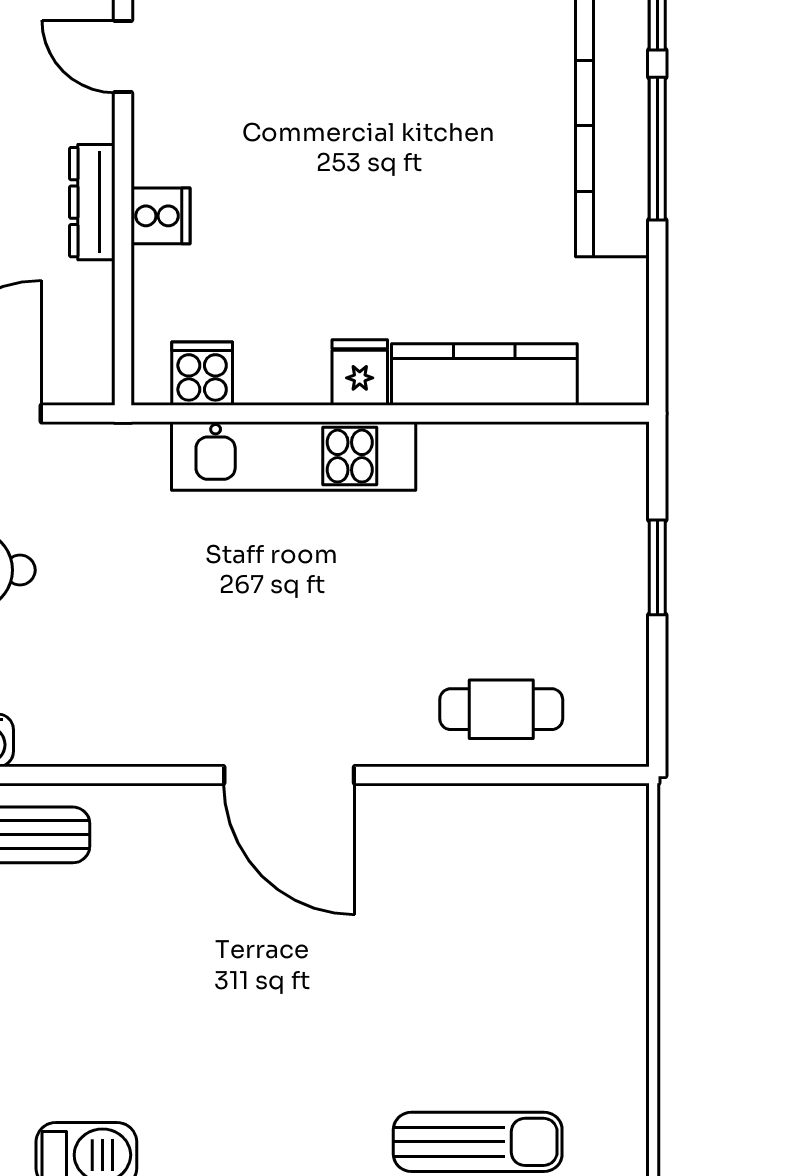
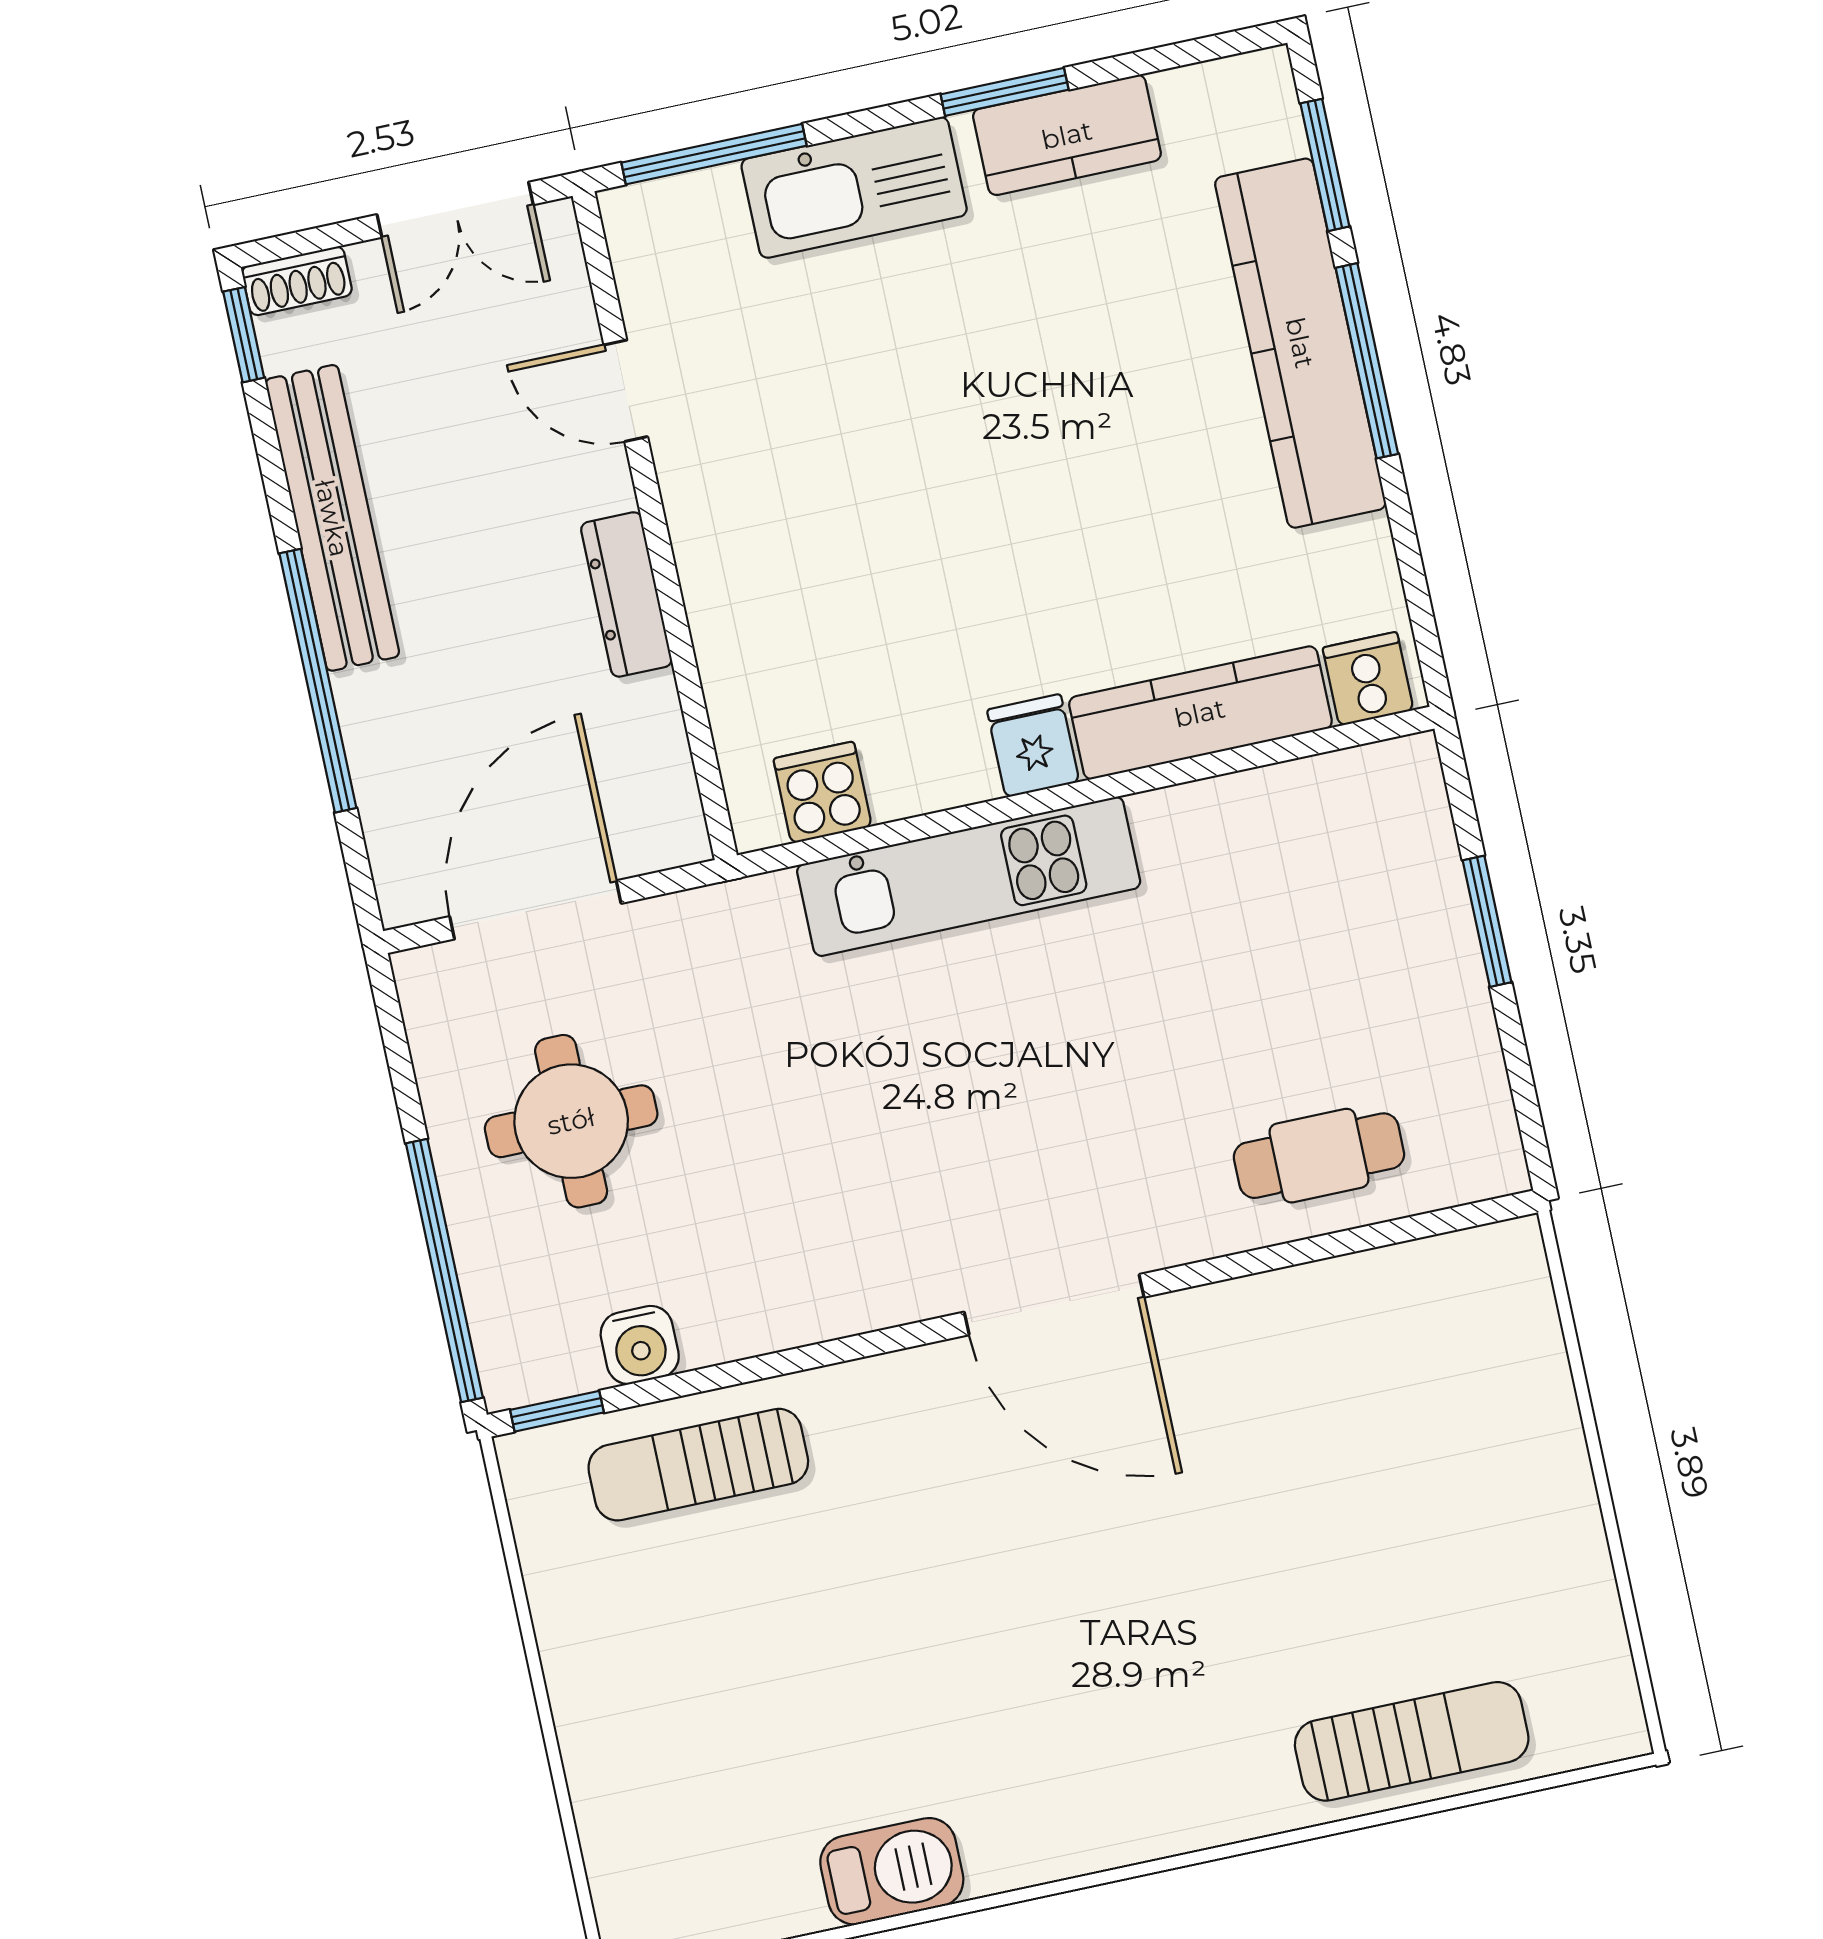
cooker: (161, 216) -> (1368, 679), moved, turned -90

